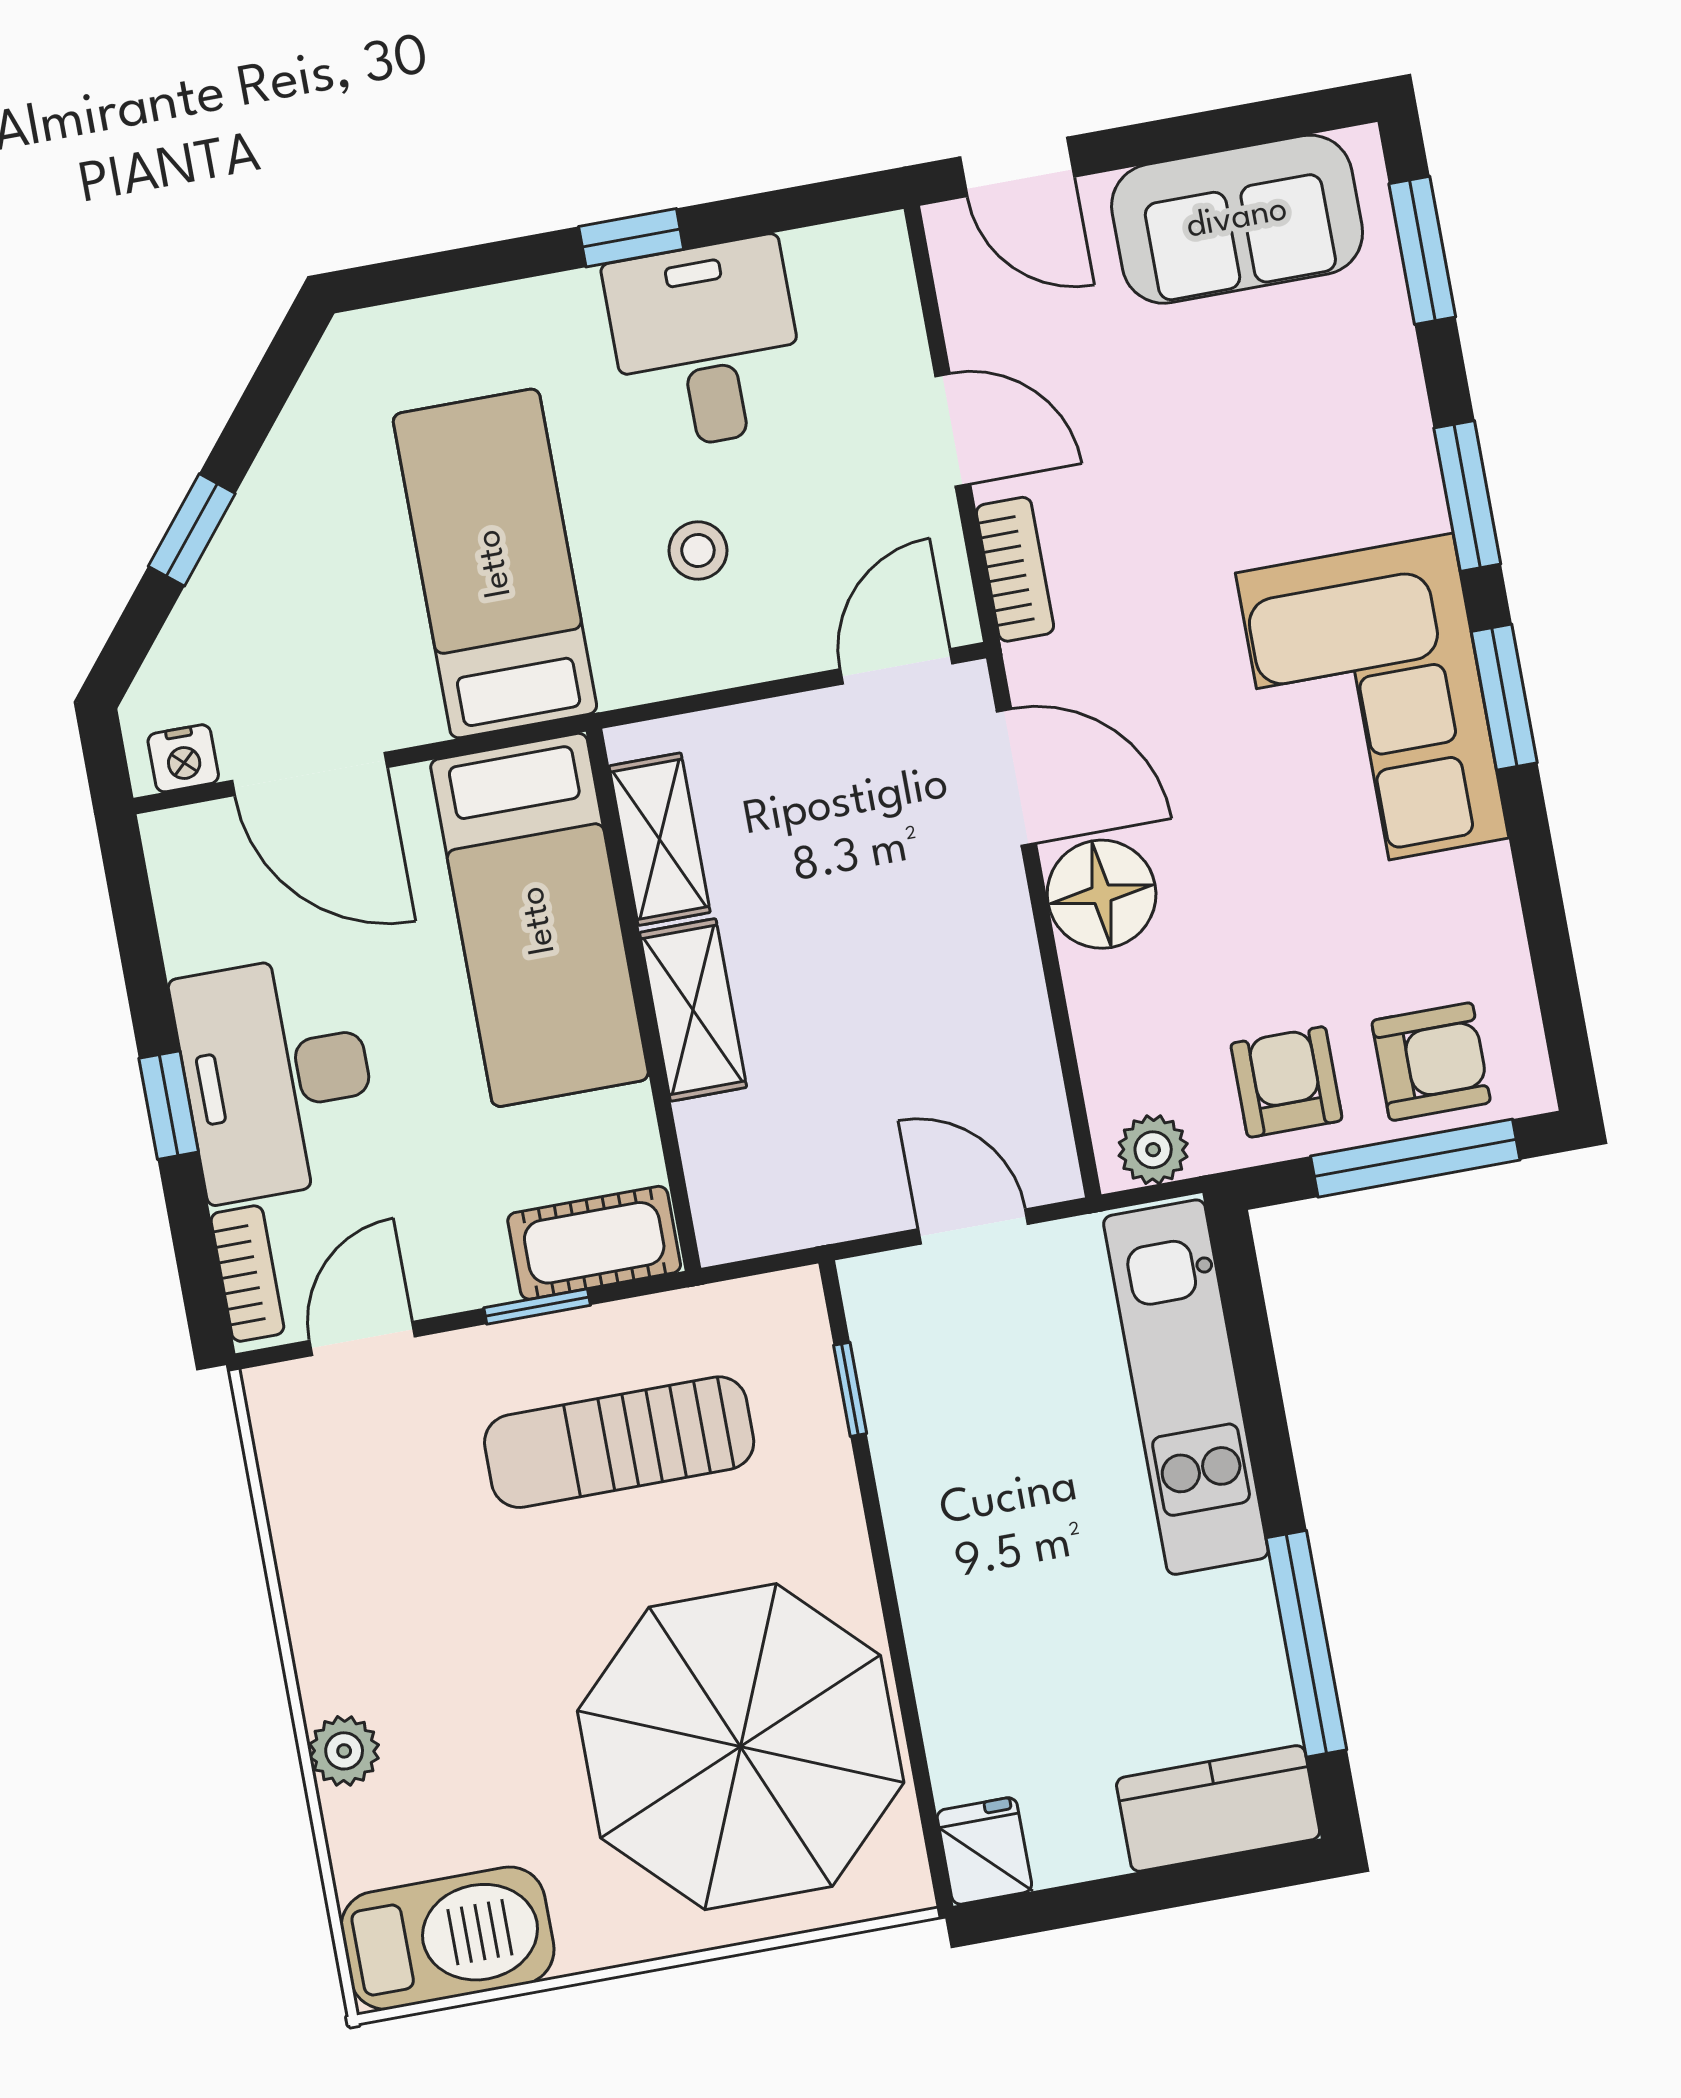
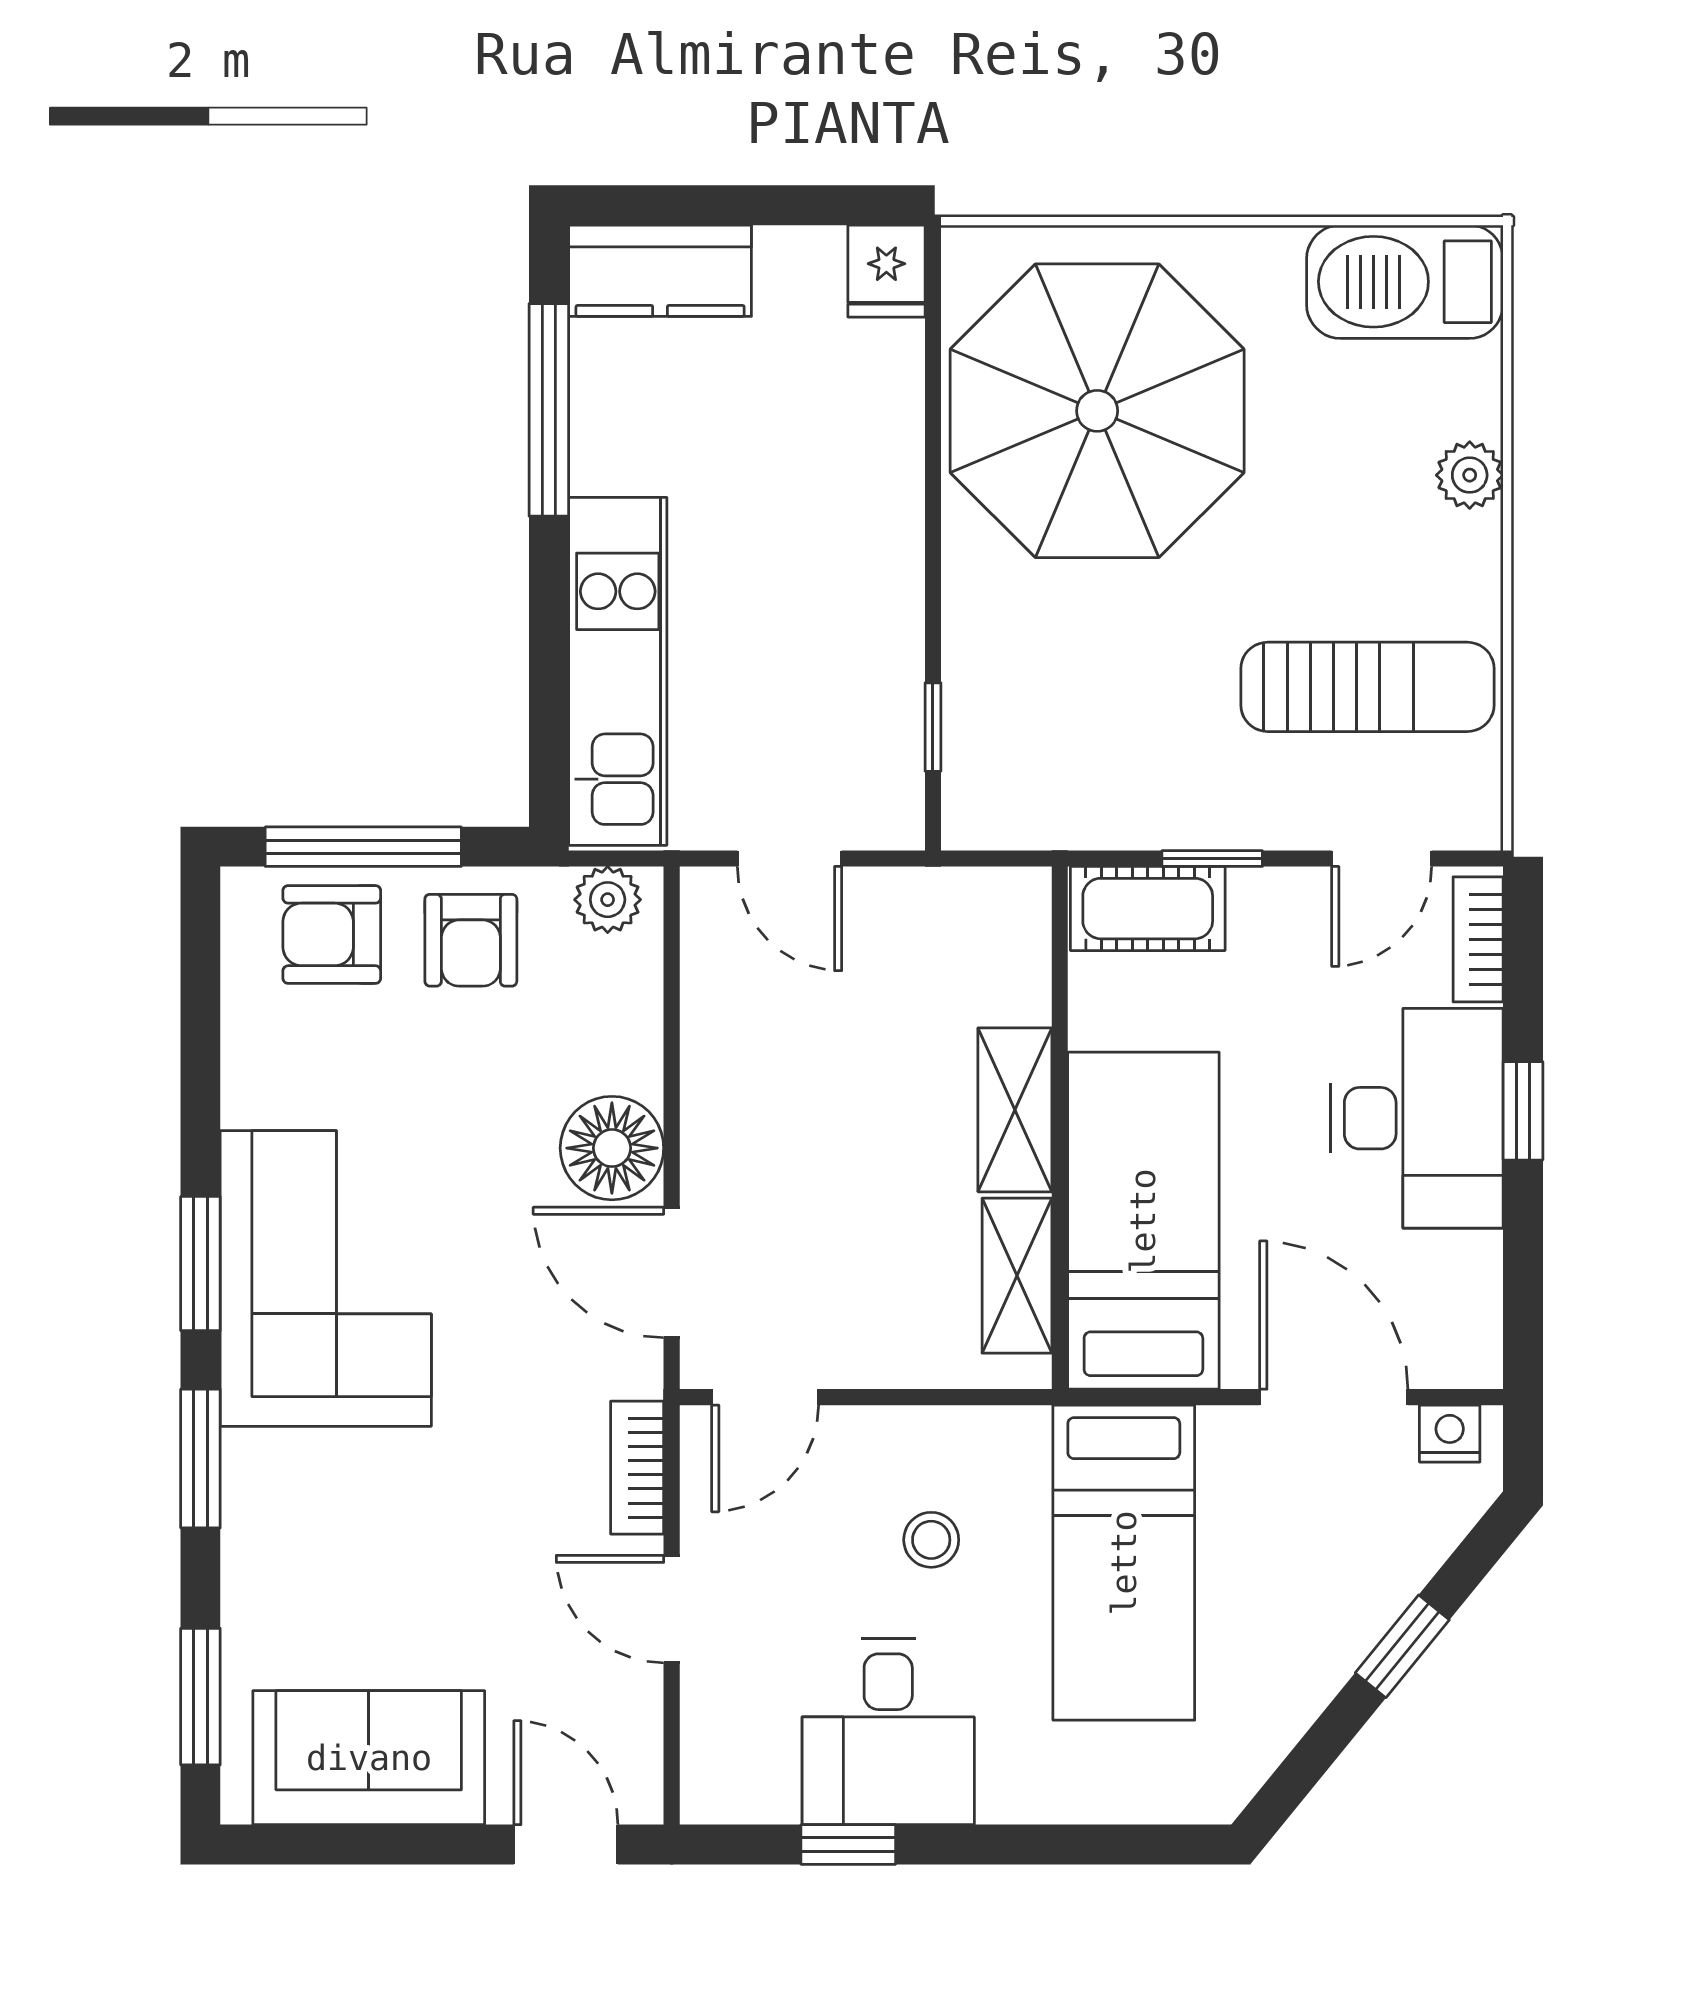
window: (631, 238) -> (848, 1845), moved
sun lounger: (619, 1442) -> (1367, 687), moved

